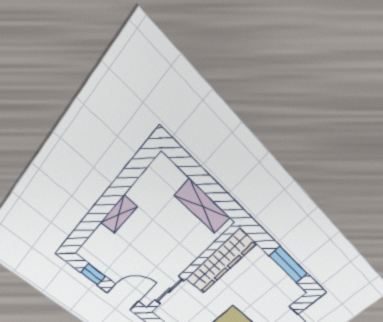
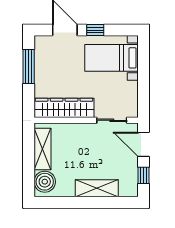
boiler: (167, 178) -> (45, 182), added
shelving: (119, 215) -> (97, 188), width x1.50, depth x1.33

